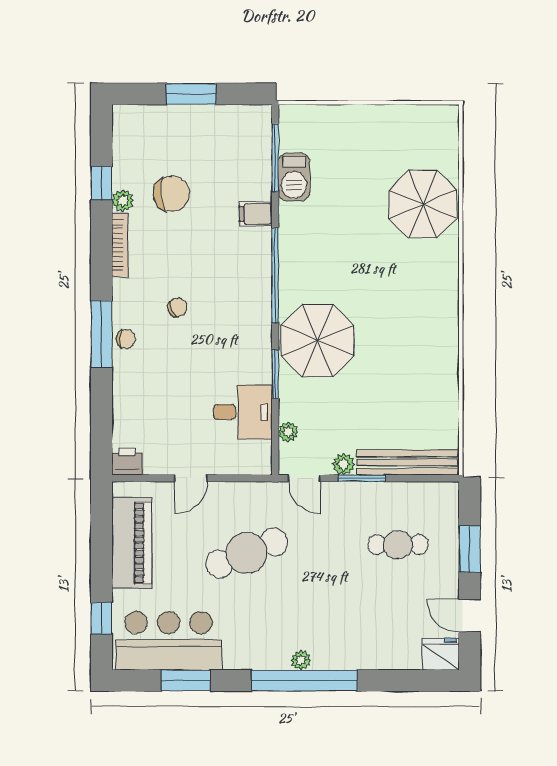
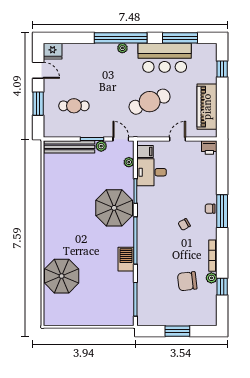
barbecue: (294, 177) -> (126, 259), moved
filing cabinet: (256, 214) -> (145, 151), moved
bar counter: (169, 641) -> (165, 58), moved
window: (186, 680) -> (180, 38), width x1.44

